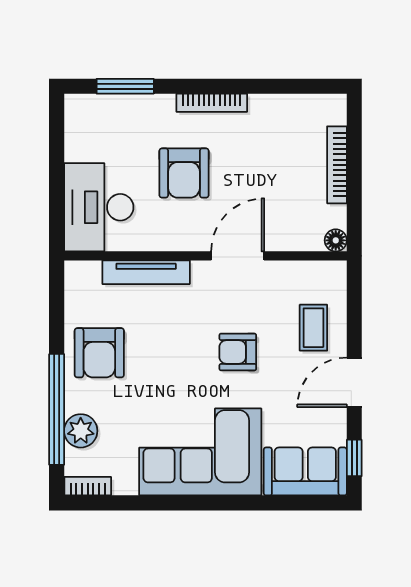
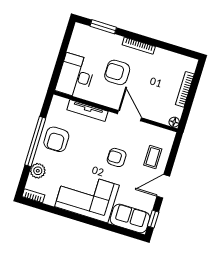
armchair: (184, 173) -> (117, 72), turned 90
door: (238, 256) -> (129, 116), hinge flipped
window: (57, 409) -> (35, 141), moved

